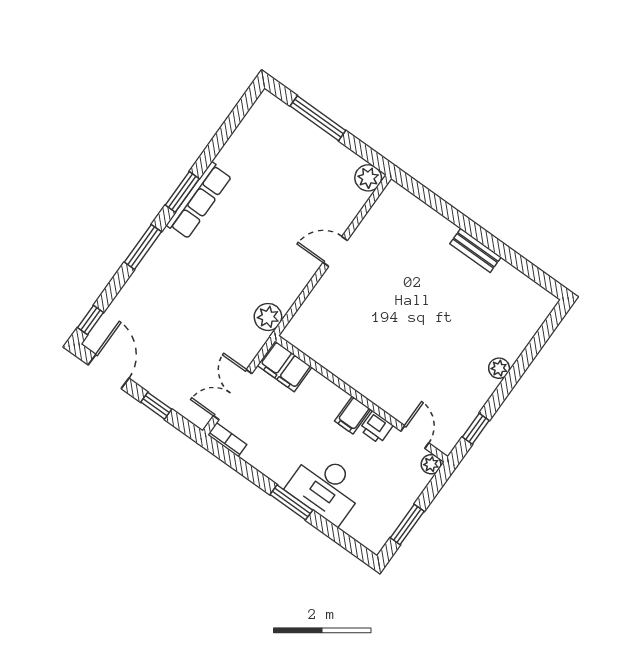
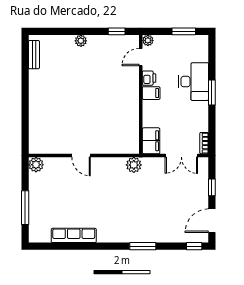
window: (182, 192) -> (104, 246), removed
row of seats: (199, 201) -> (74, 235), moved
bench: (476, 250) -> (34, 55), moved

